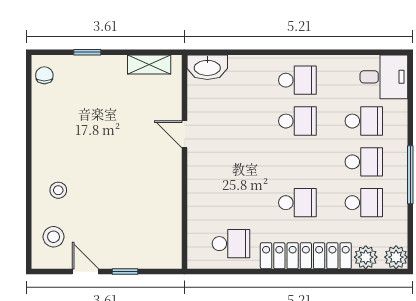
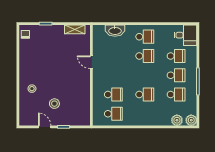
washbasin: (207, 67) -> (115, 31), moved
school desk: (231, 203) -> (113, 95), added
stool: (54, 237) -> (54, 104), moved
locker: (306, 256) -> (149, 120), removed

